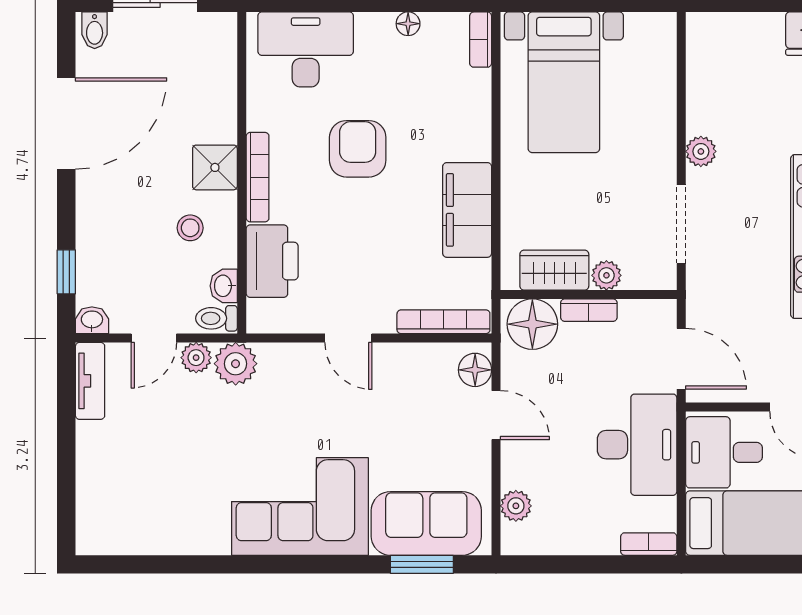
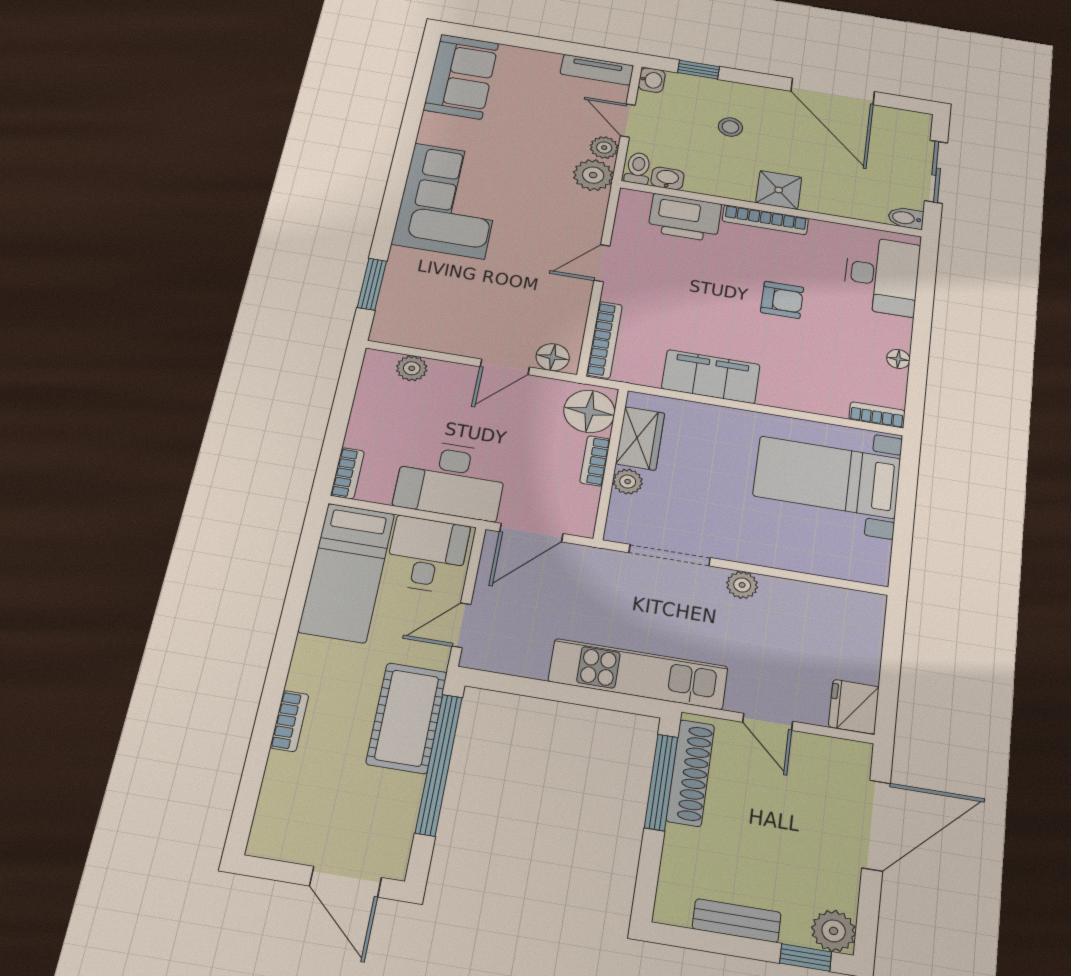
bidet: (95, 30) -> (906, 218), moved
armchair: (358, 149) -> (782, 300), width x0.72, depth x0.72
stool: (190, 228) -> (730, 127), moved
sofa: (426, 523) -> (461, 76), moved

